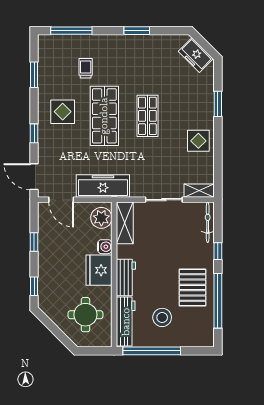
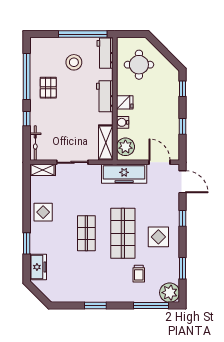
plant: (49, 46) -> (170, 293), added
freezer: (196, 55) -> (38, 267), moved, turned 45
fridge: (99, 270) -> (125, 102), width x0.53, depth x0.75
pallet: (192, 288) -> (48, 88), width x0.67, depth x0.71
workbench: (126, 322) -> (105, 53), width x0.73

